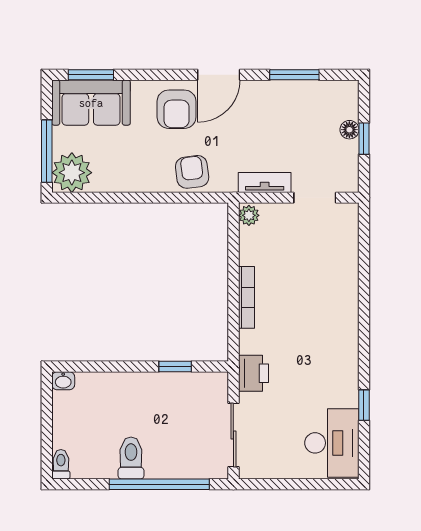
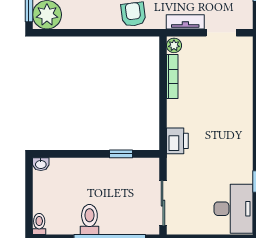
bookcase: (246, 297) -> (172, 76), moved
printer: (253, 373) -> (177, 141), moved

